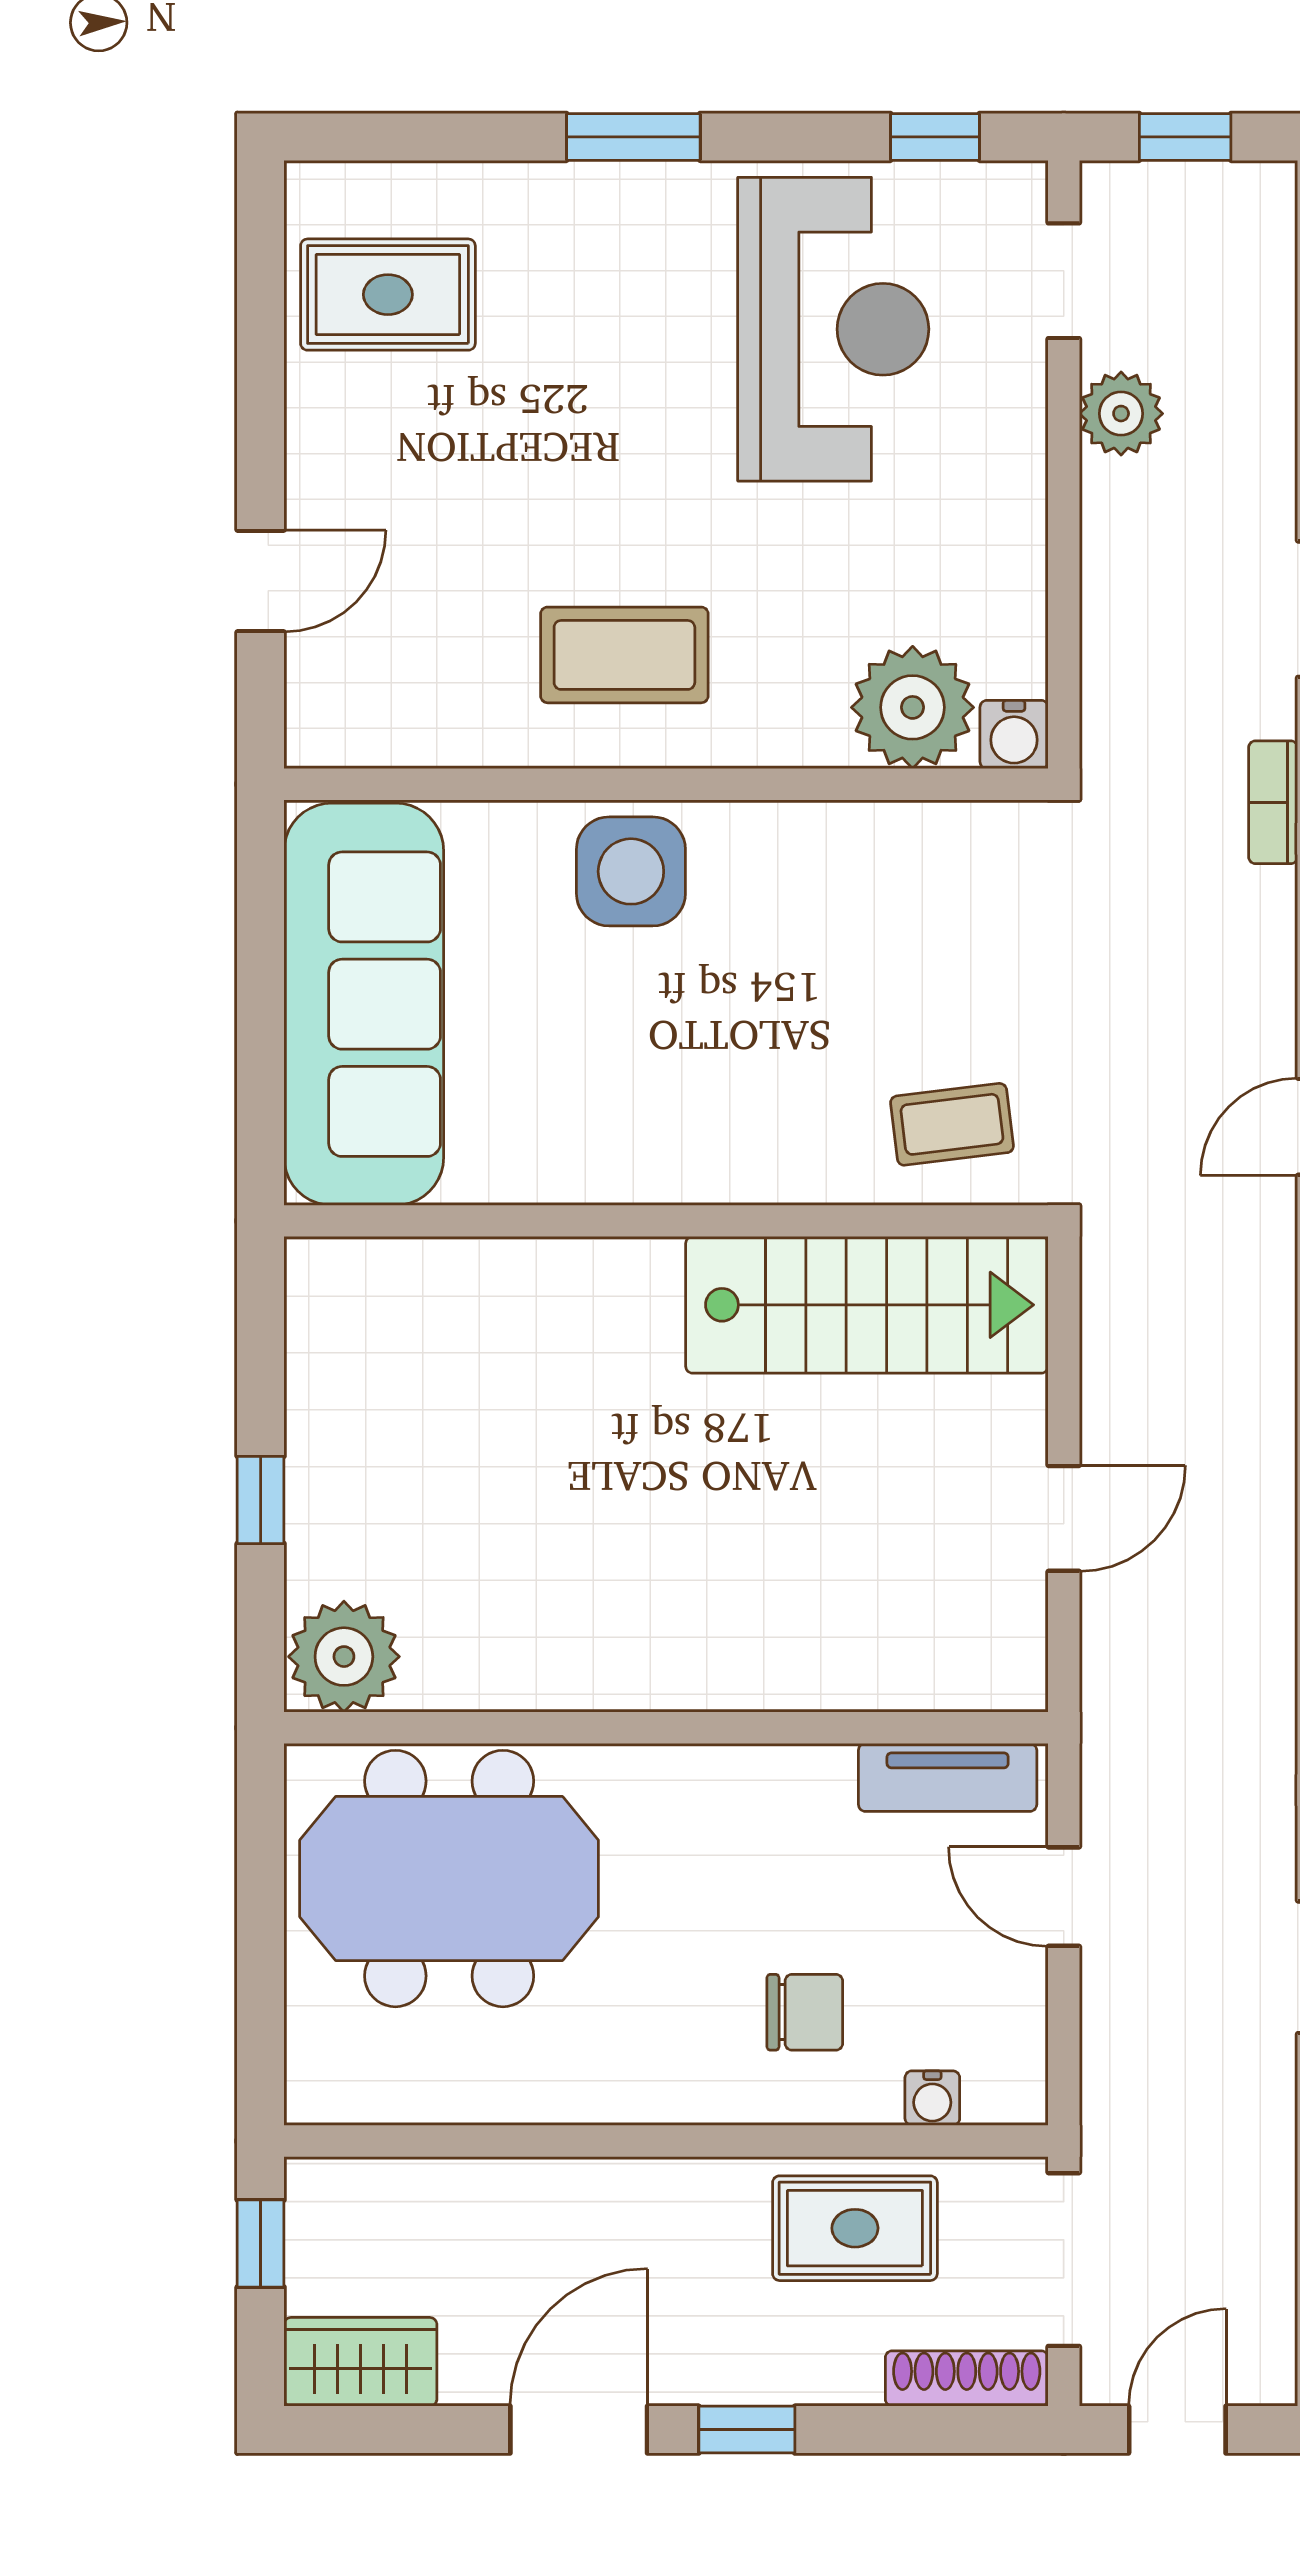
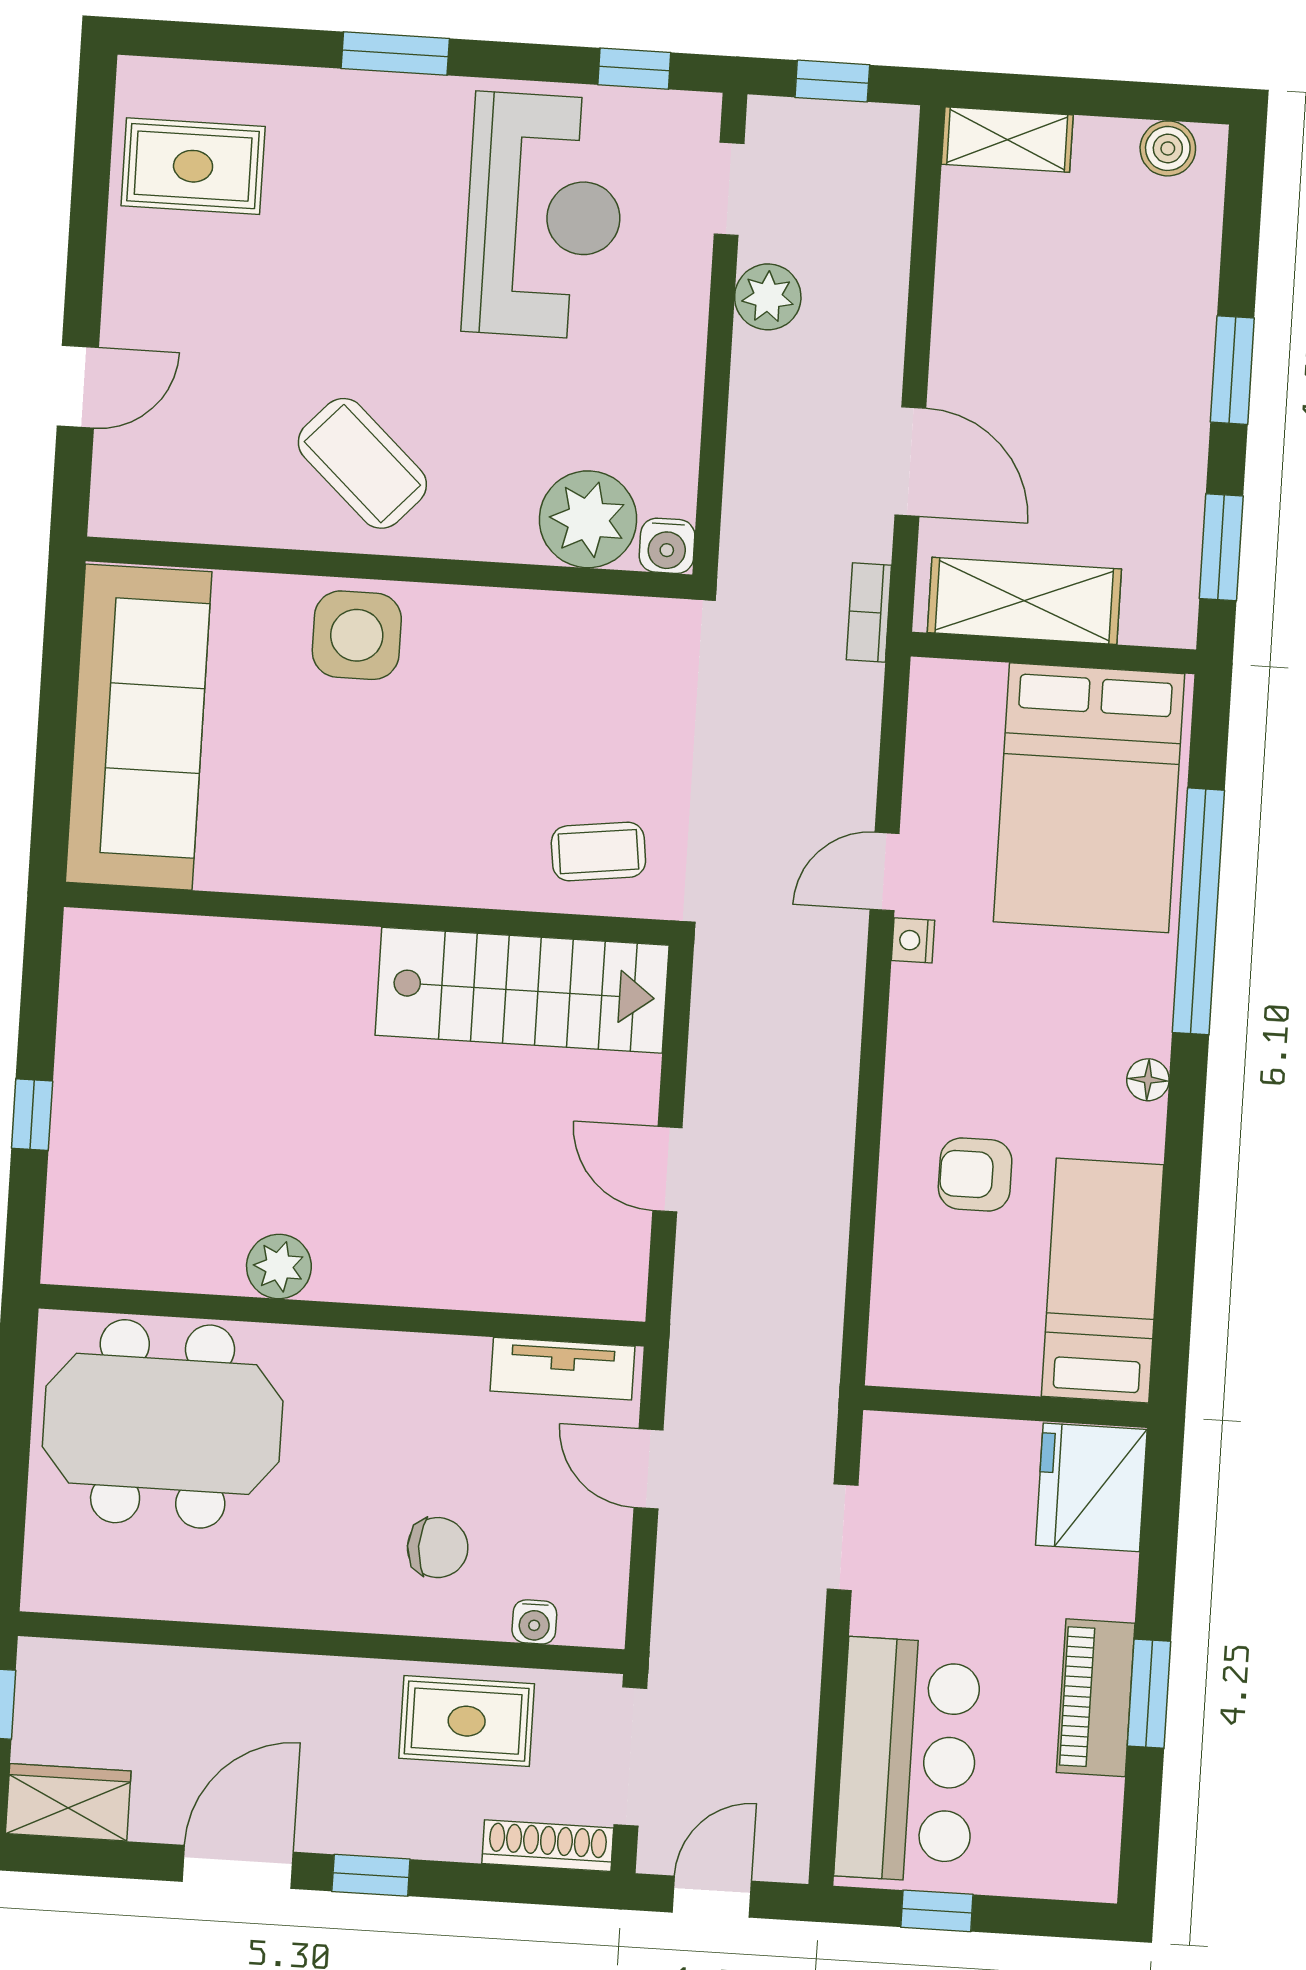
coffee table: (624, 655) -> (362, 463), turned 43
door: (1064, 1518) -> (667, 1169), swing flipped
plant: (344, 1657) -> (279, 1266), moved, width x0.73, depth x0.73

